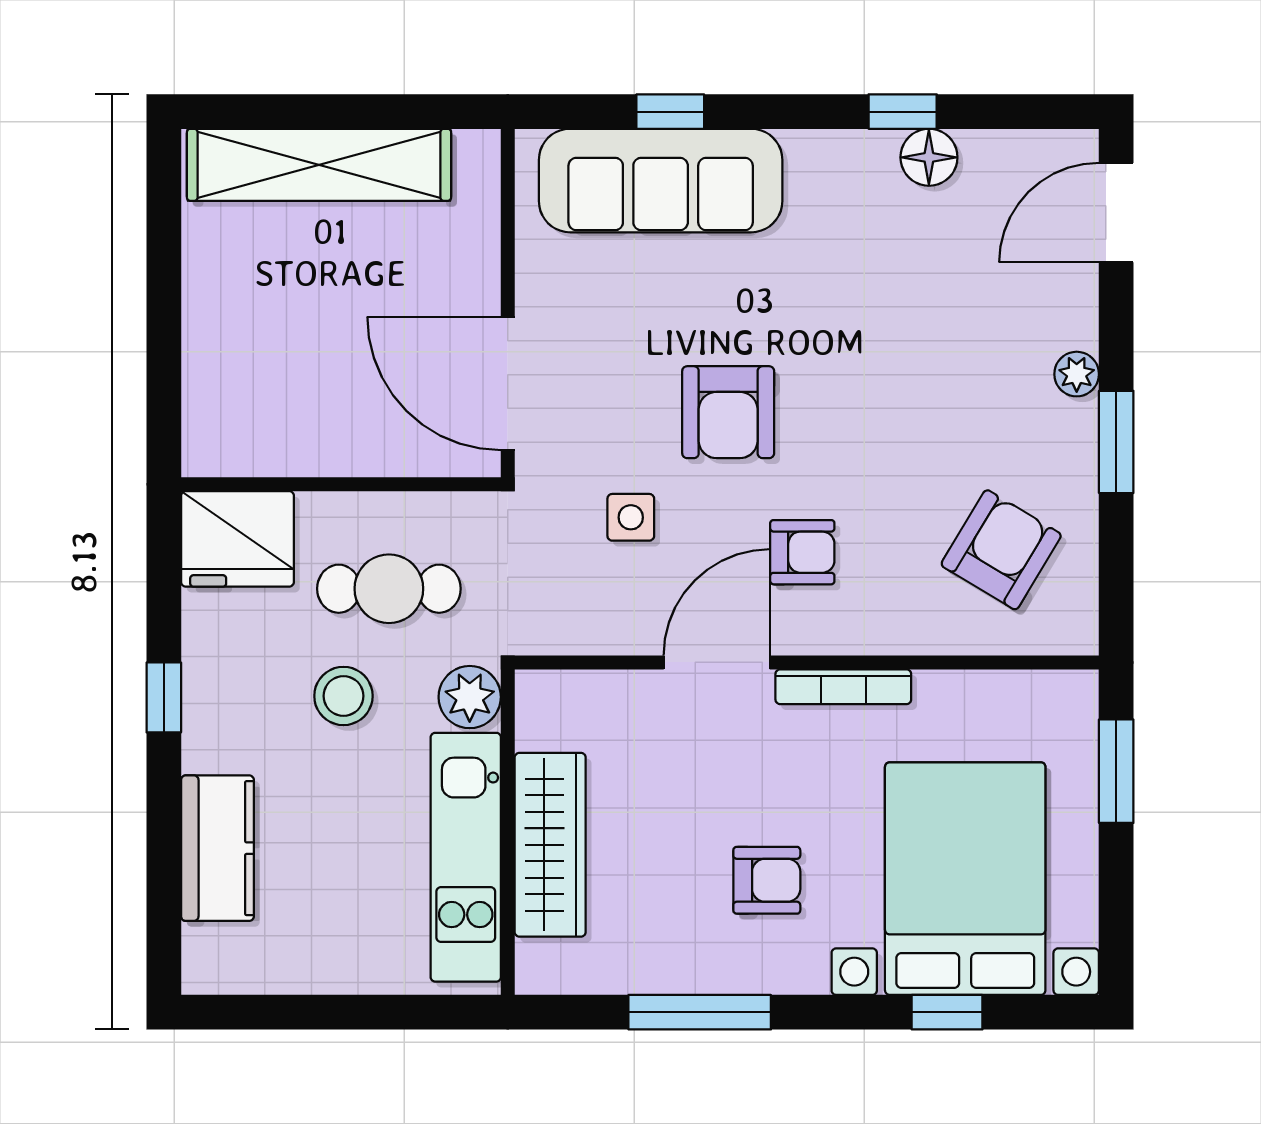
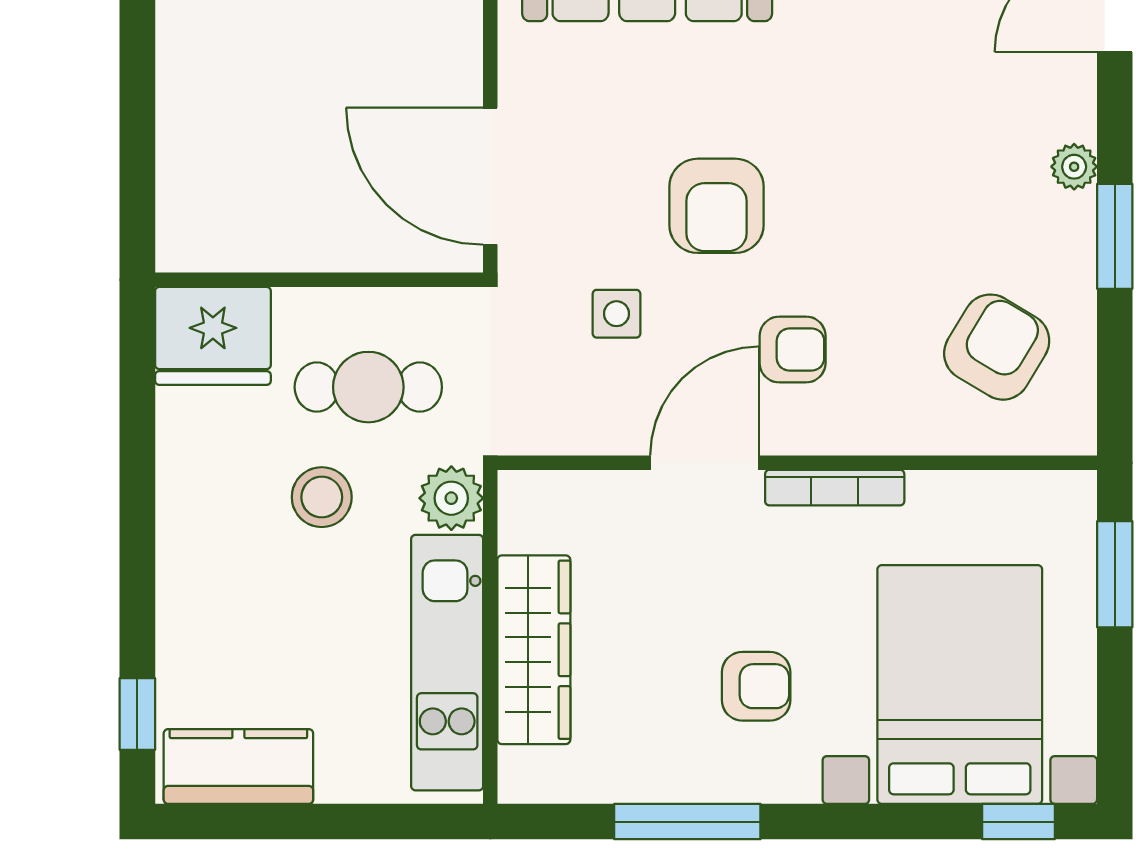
window: (164, 697) -> (137, 714), moved
kitchen counter: (217, 848) -> (238, 766), moved, turned -90
window: (947, 1012) -> (1018, 822), moved

